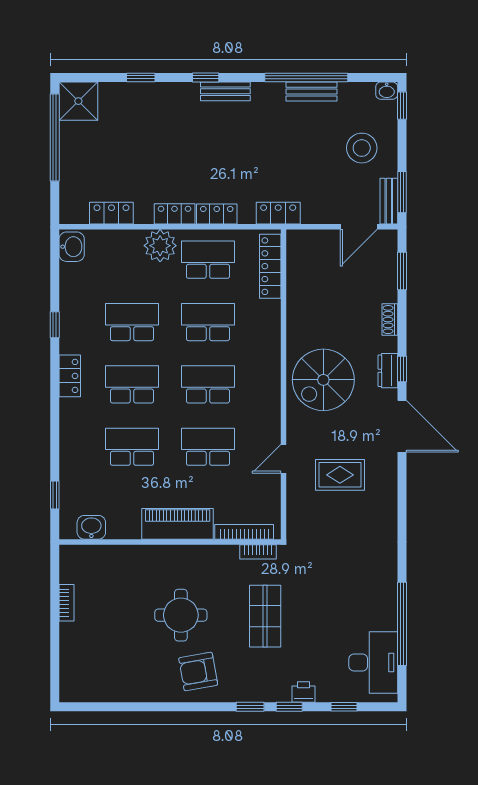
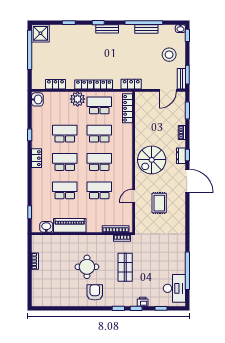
rug: (340, 475) -> (159, 203), turned 90
piano: (178, 524) -> (70, 225), moved
armchair: (198, 672) -> (95, 292), turned 100

